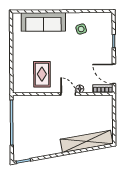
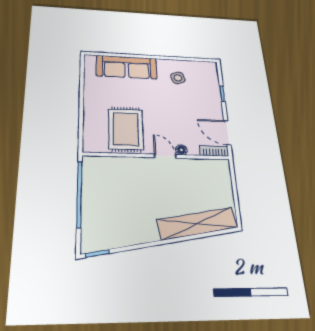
rug: (42, 74) -> (126, 129), width x1.36, depth x1.43

